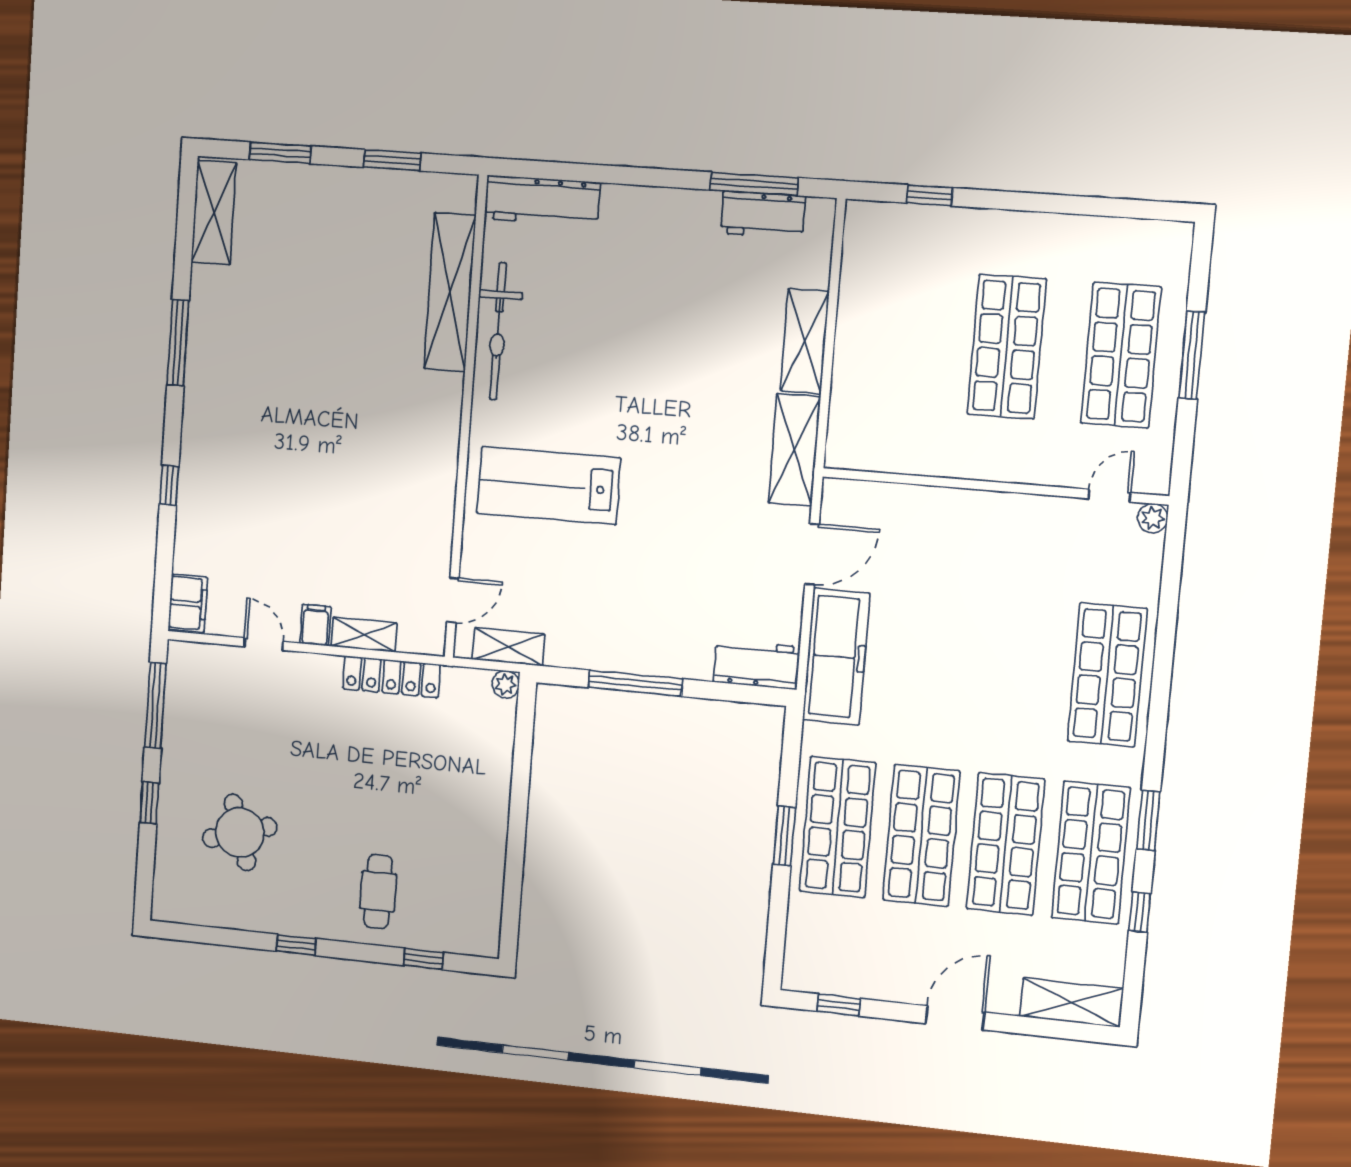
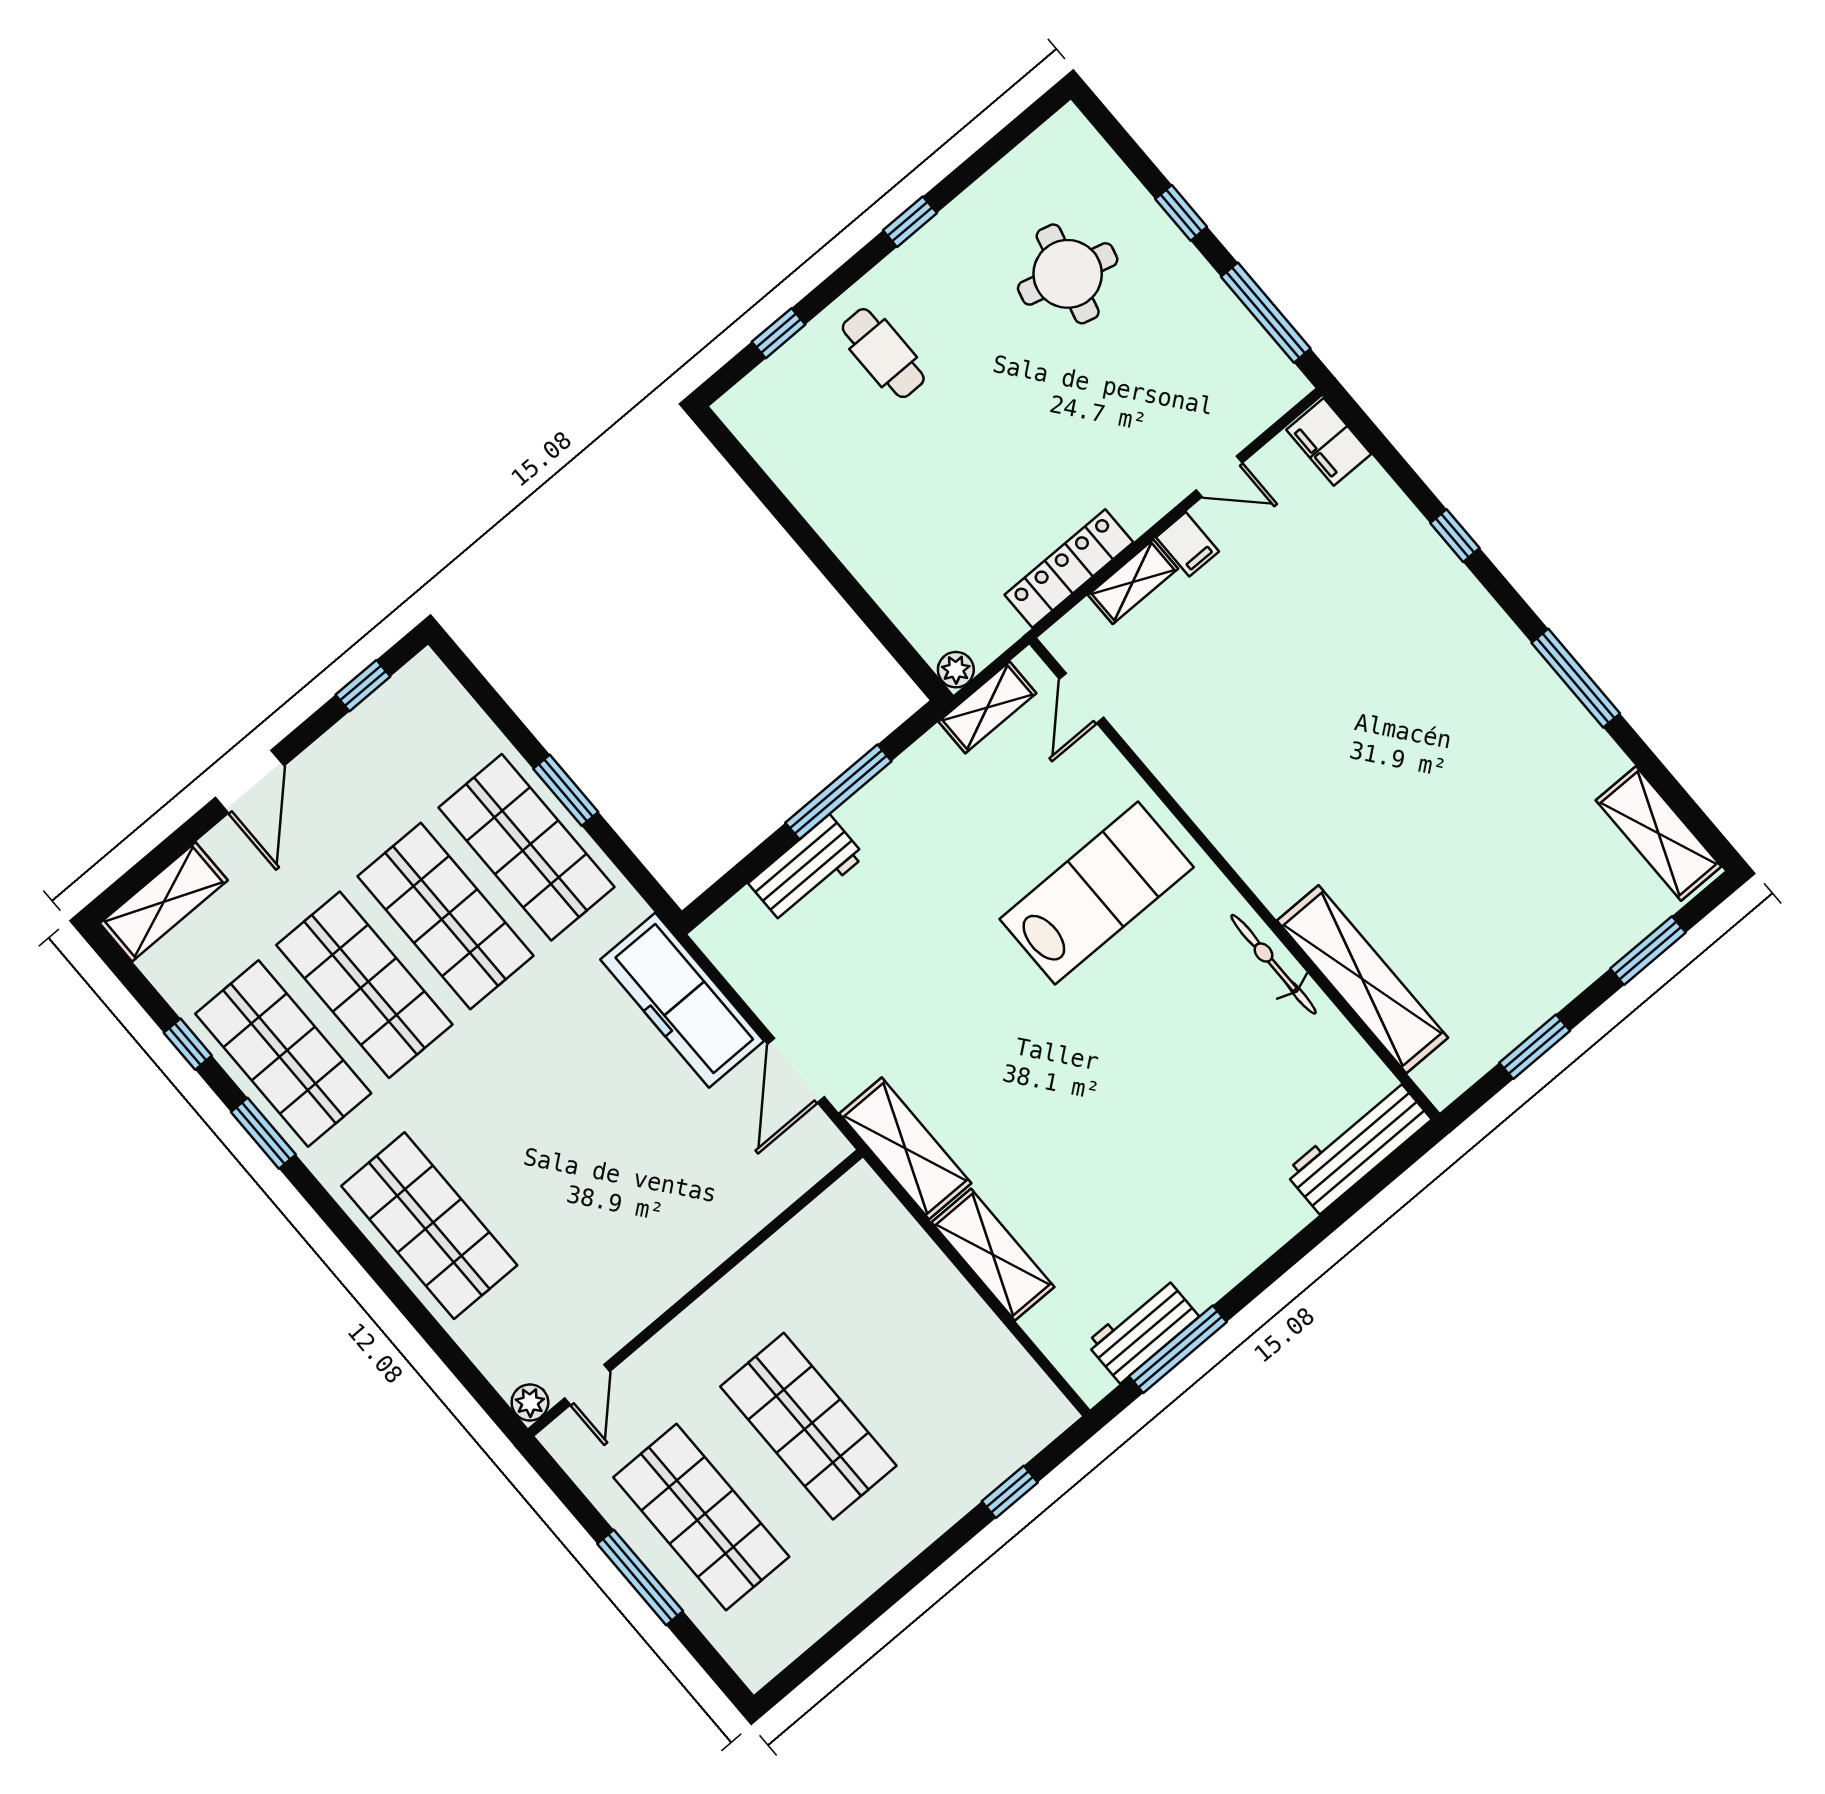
bicycle: (498, 331) -> (1273, 964), width x0.73, depth x0.71
workbench: (757, 664) -> (807, 870), moved
round table: (240, 832) -> (1068, 274), turned 32

